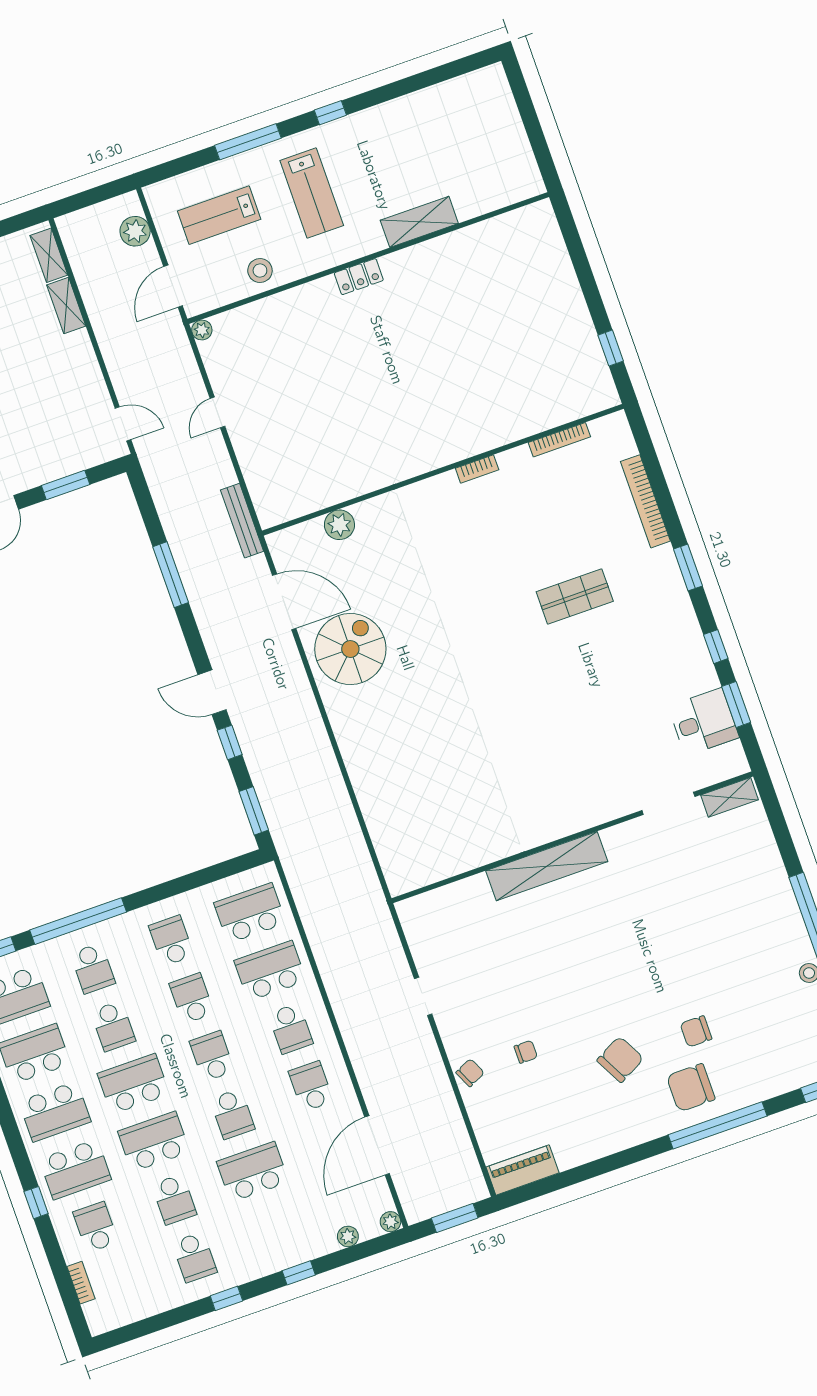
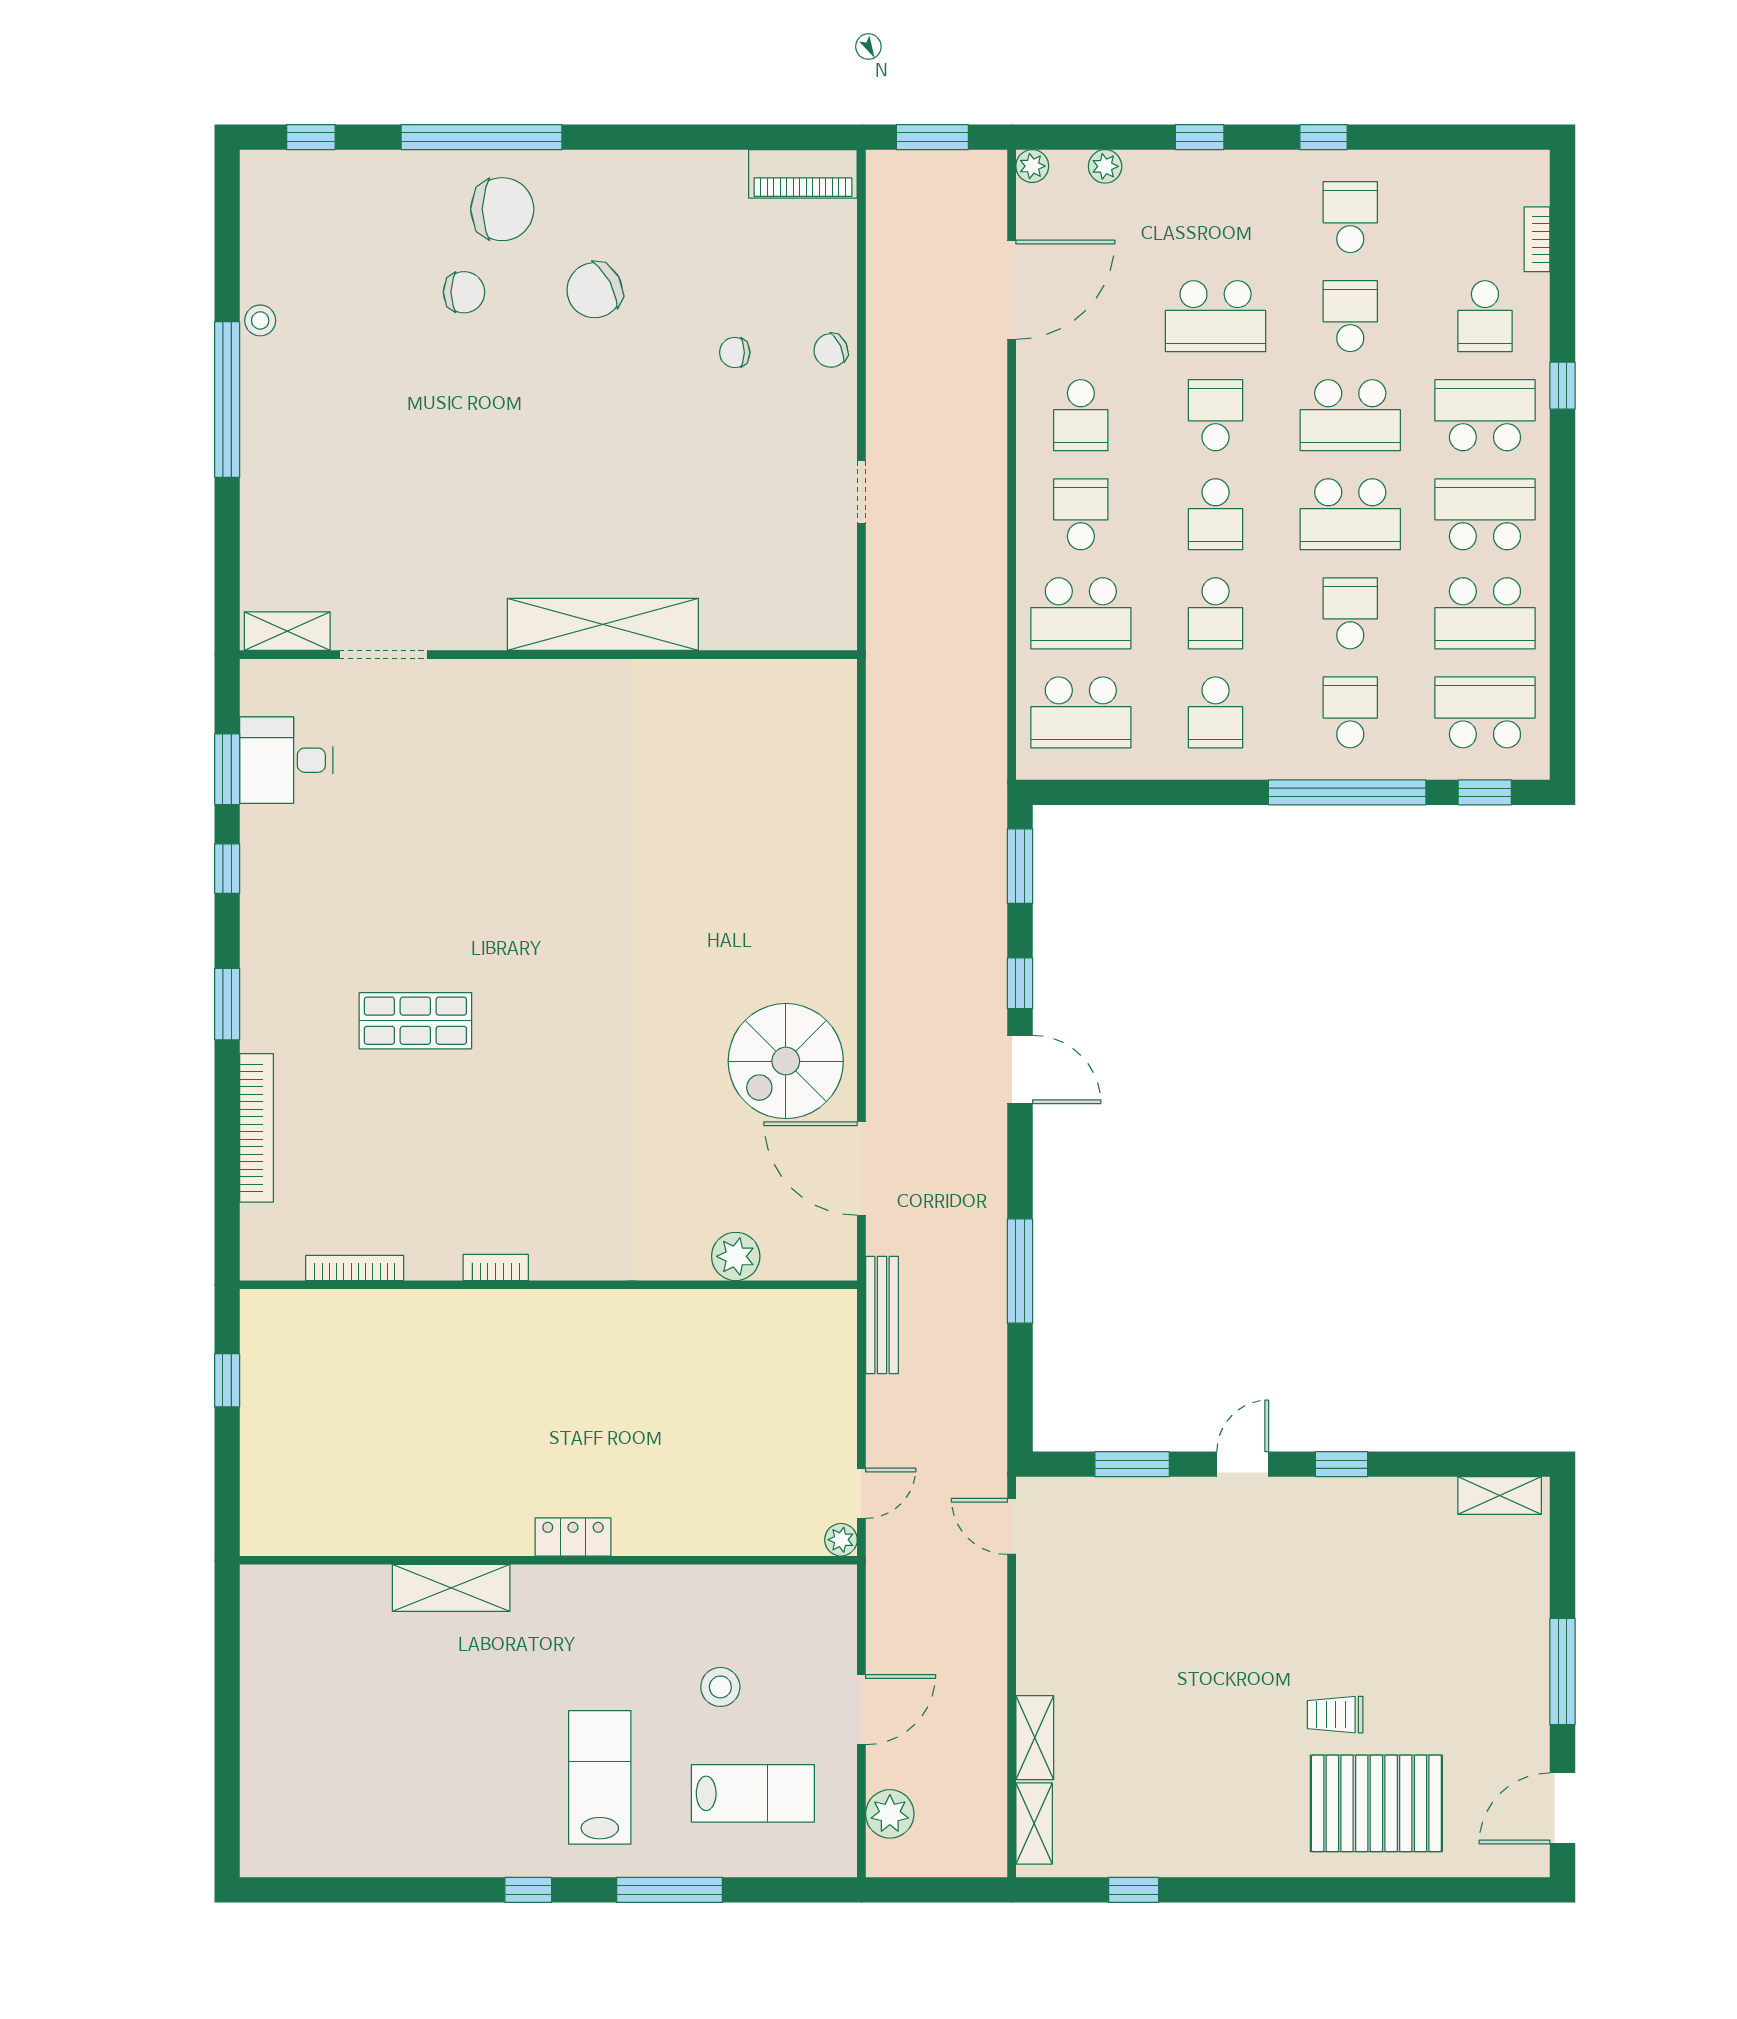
shelving: (419, 222) -> (451, 1588), moved
wall: (368, 258) -> (548, 1560), moved
locker: (359, 277) -> (573, 1537), moved
plant: (202, 330) -> (841, 1540), moved

